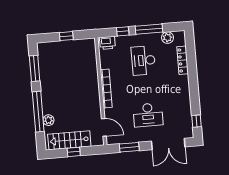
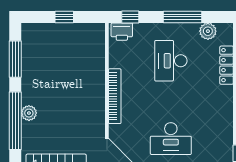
window: (123, 31) -> (130, 17), moved
plant: (48, 120) -> (29, 113), moved

